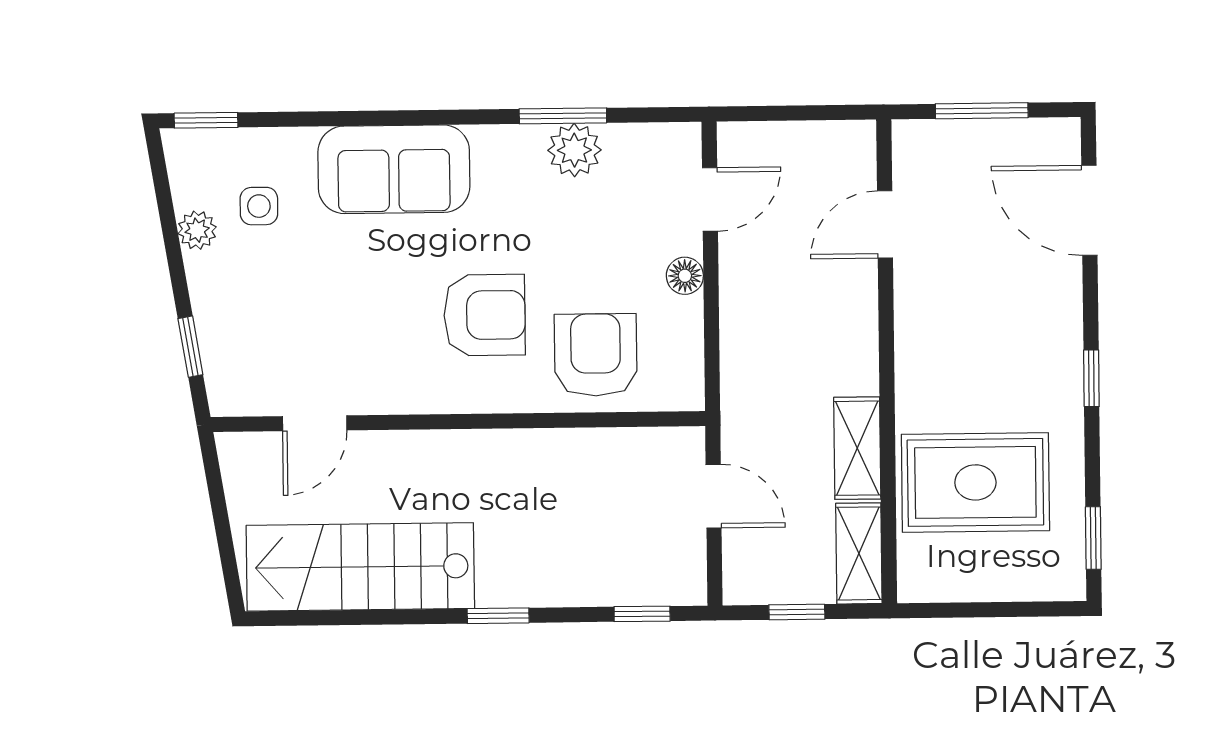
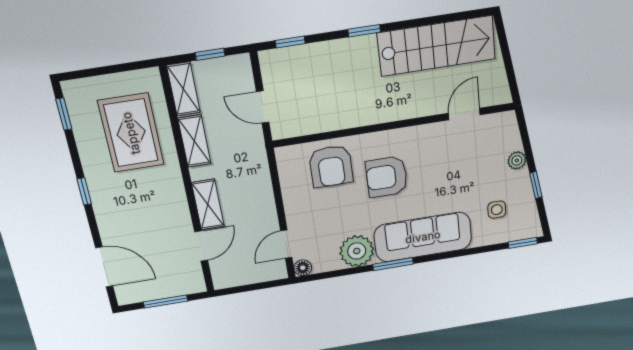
window: (563, 116) -> (393, 264), moved
plant: (574, 150) -> (357, 251), width x1.36, depth x1.36
sofa: (394, 169) -> (423, 237), width x1.36
plant: (197, 230) -> (517, 160), moved
floor lamp: (685, 276) -> (303, 268), moved
shelving: (855, 312) -> (208, 205), added
window: (190, 347) -> (536, 185), moved
rug: (975, 482) -> (131, 133), turned 90

